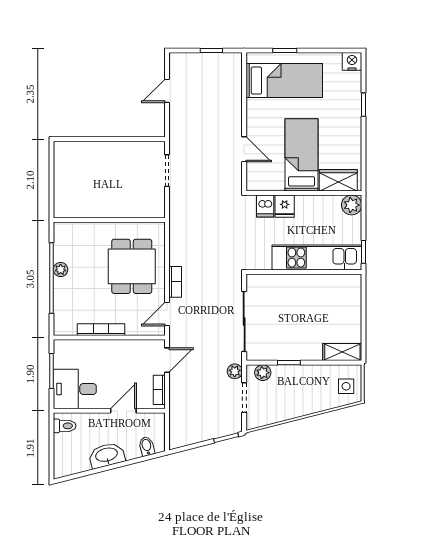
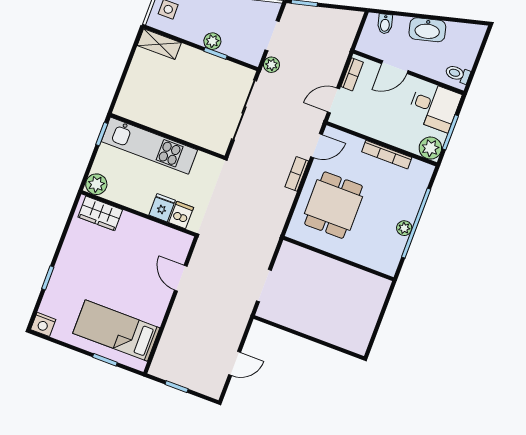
bed: (302, 155) -> (127, 252), removed
plant: (64, 350) -> (430, 148), added
plant: (263, 373) -> (212, 41), moved

